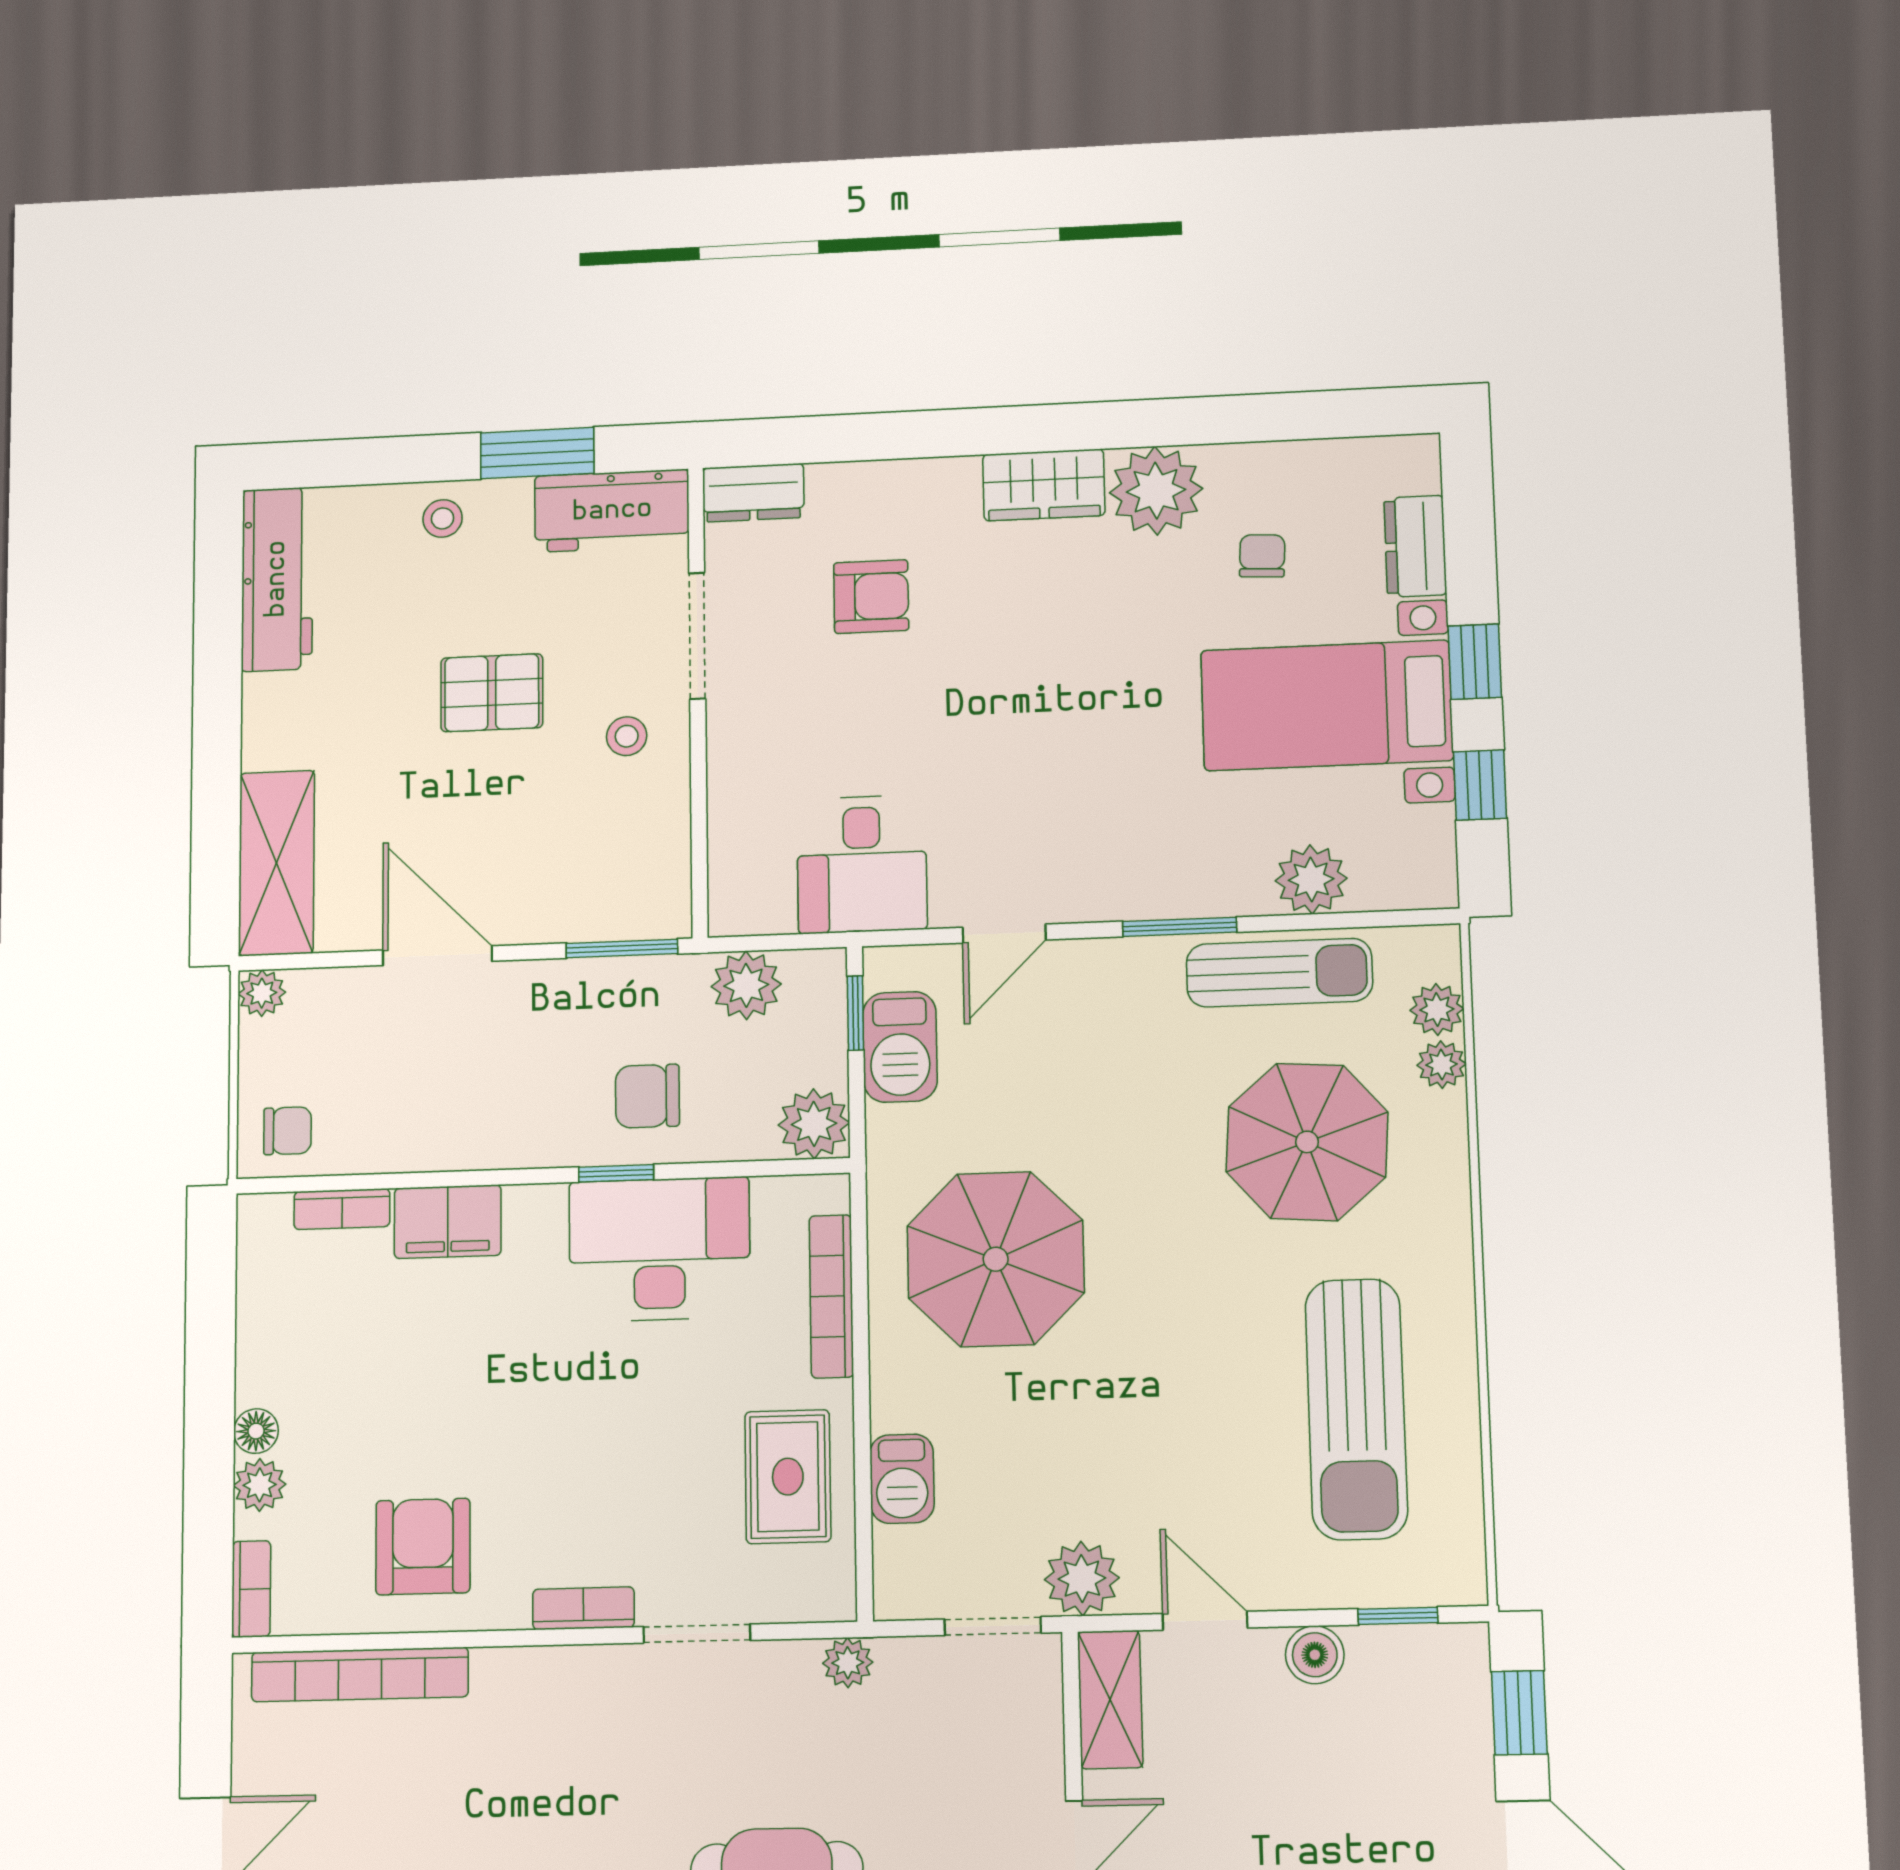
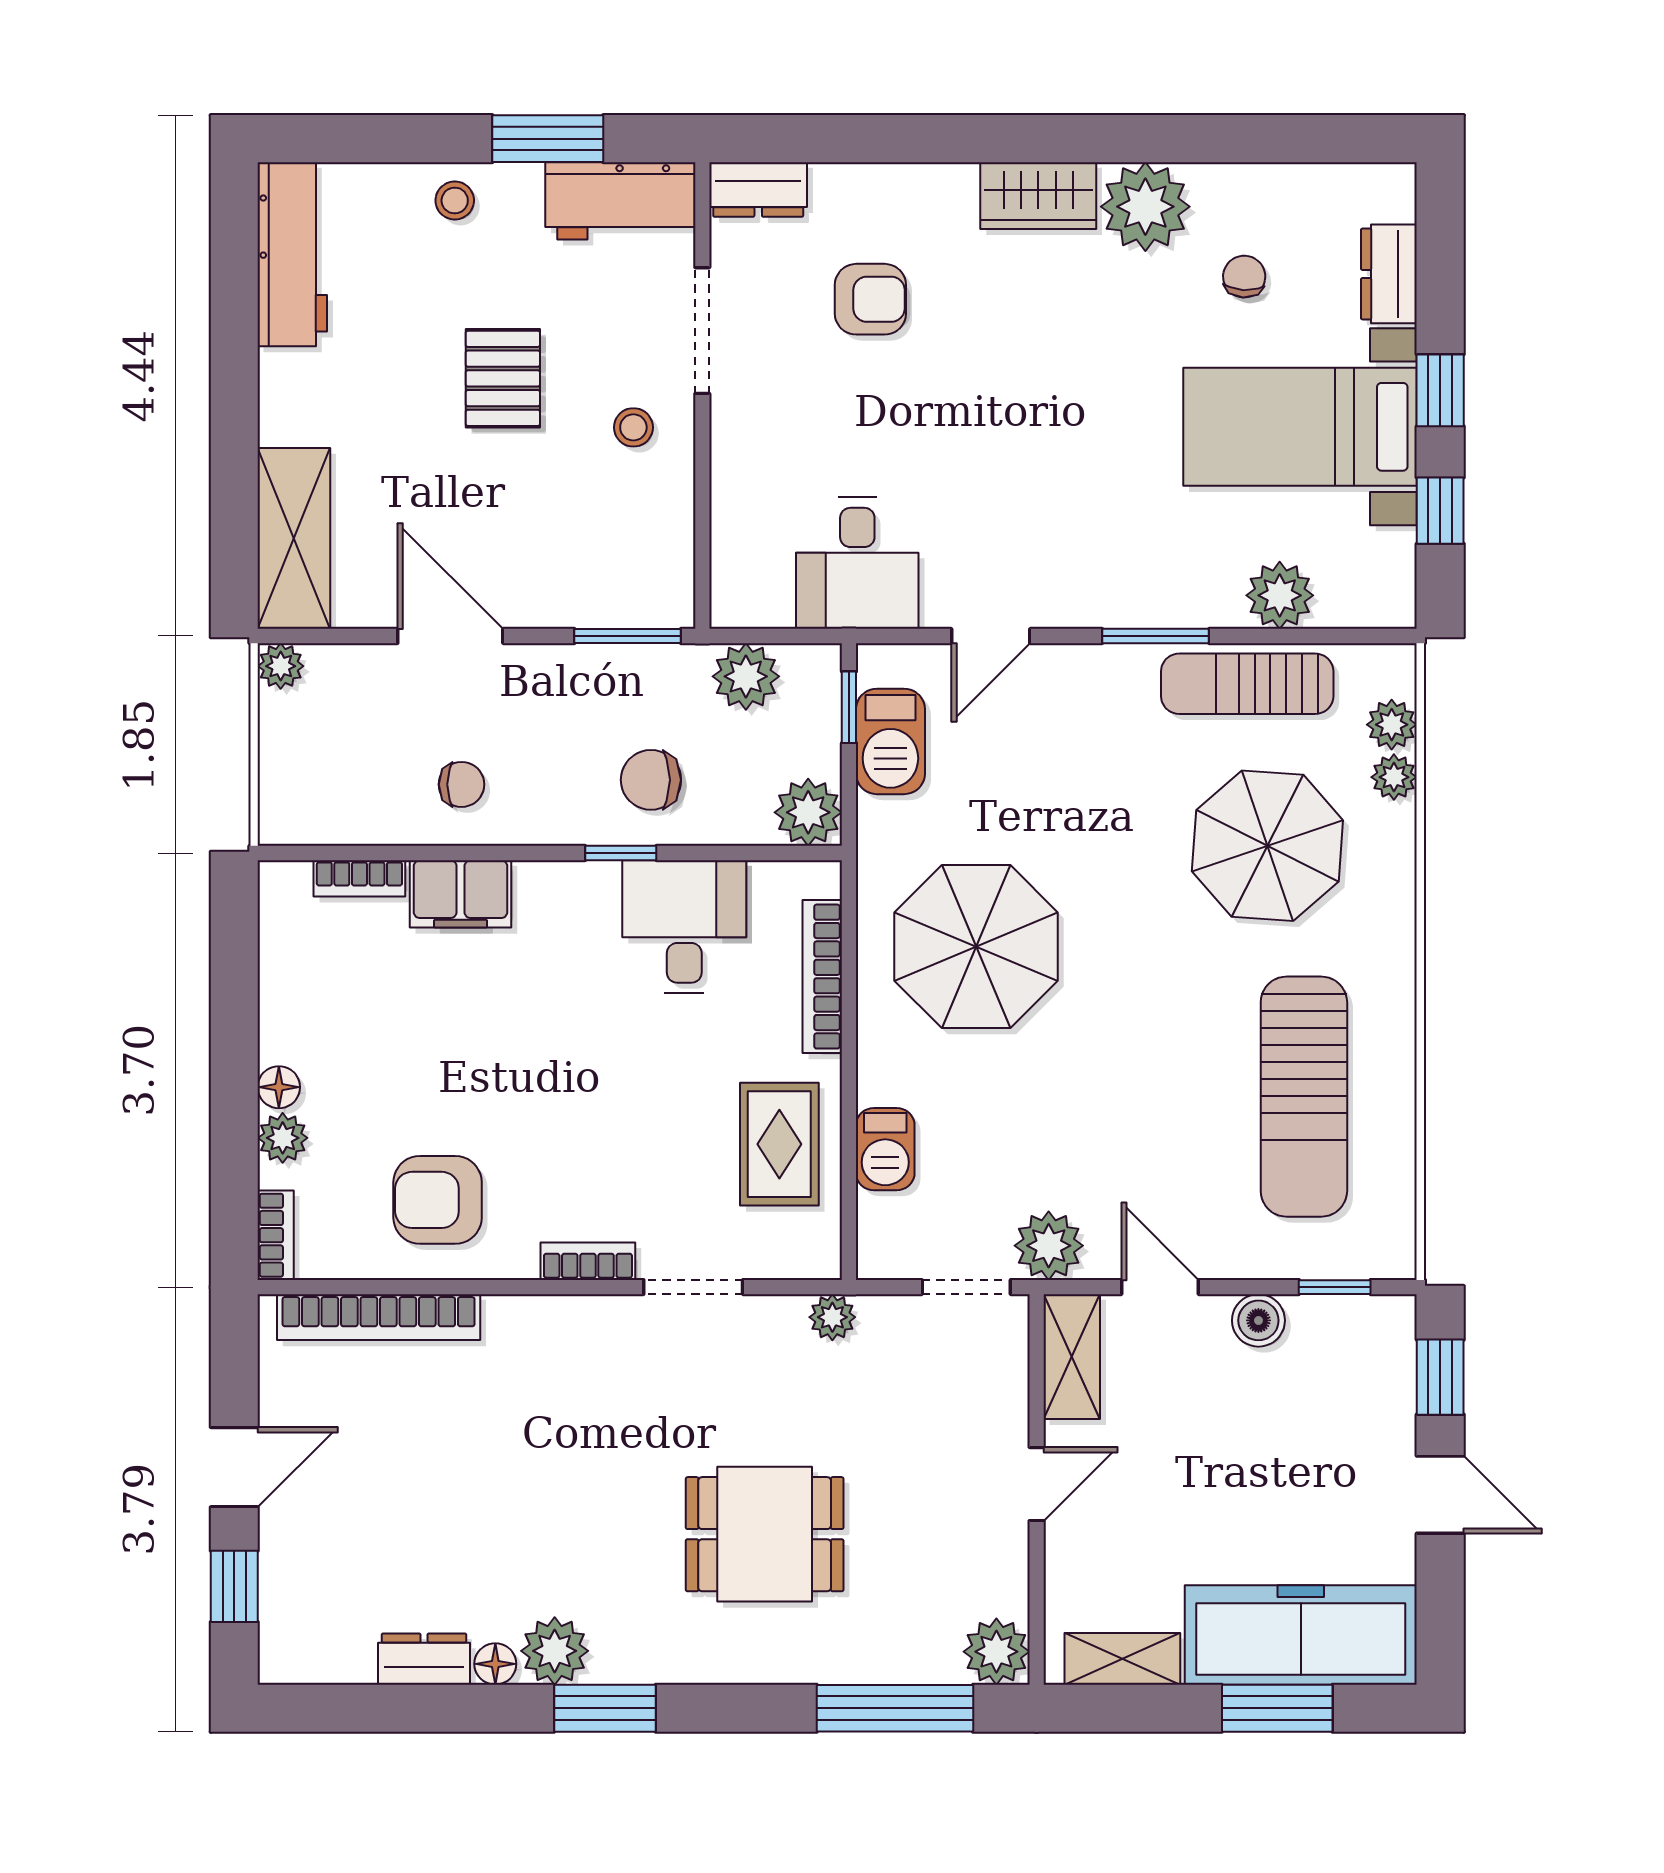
pallet: (492, 693) -> (503, 378), turned 90
sun lounger: (1279, 973) -> (1247, 684), turned 180
chair: (287, 1131) -> (461, 784), moved
desk: (659, 1249) -> (684, 927), width x0.73
armchair: (423, 1547) -> (438, 1200), turned -90

